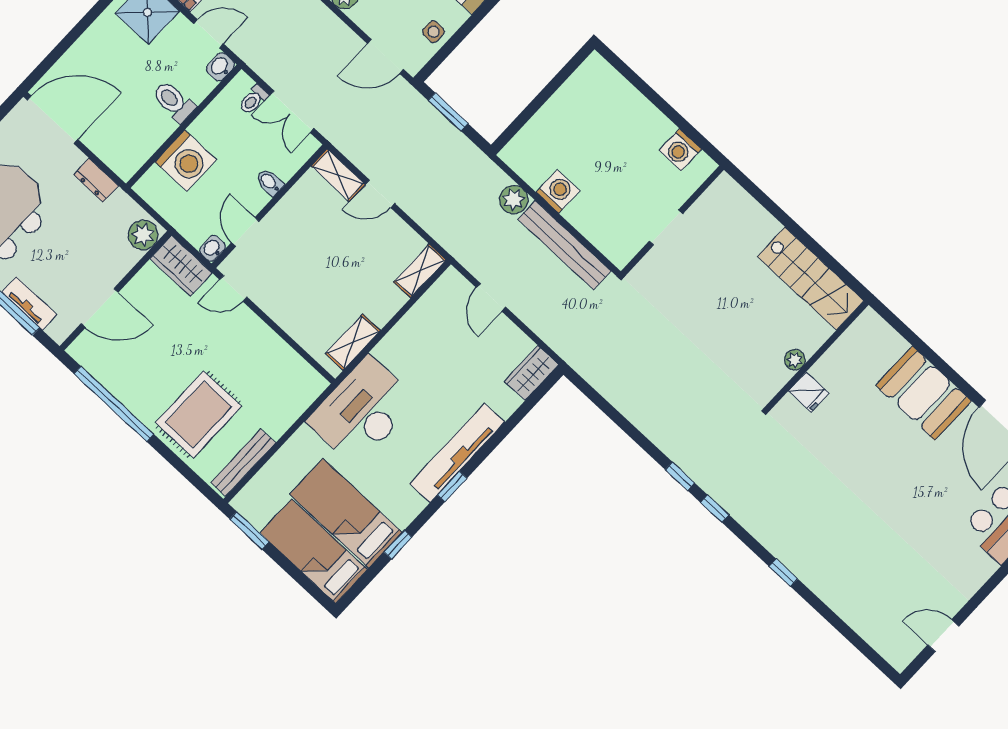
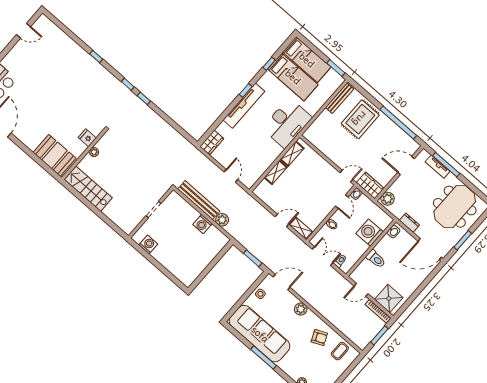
washbasin: (220, 67) -> (394, 232), moved
shelving: (420, 271) -> (276, 172), moved
booth: (924, 393) -> (55, 155), moved

